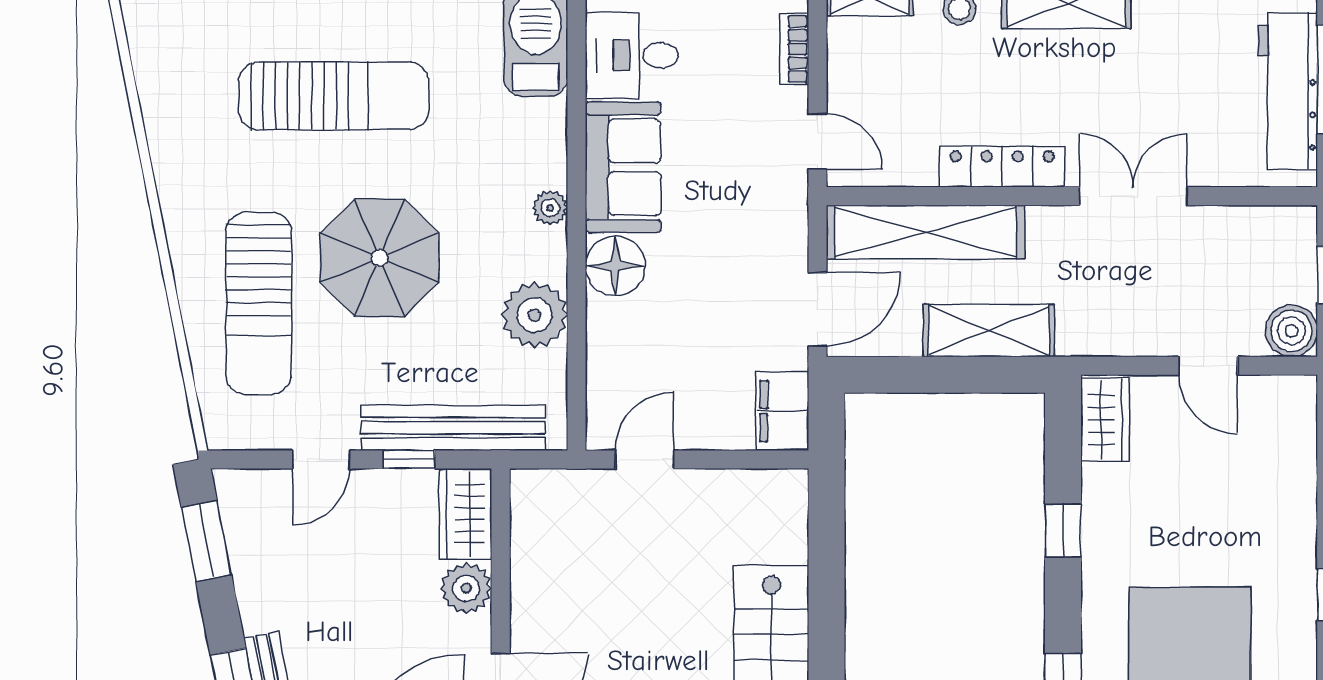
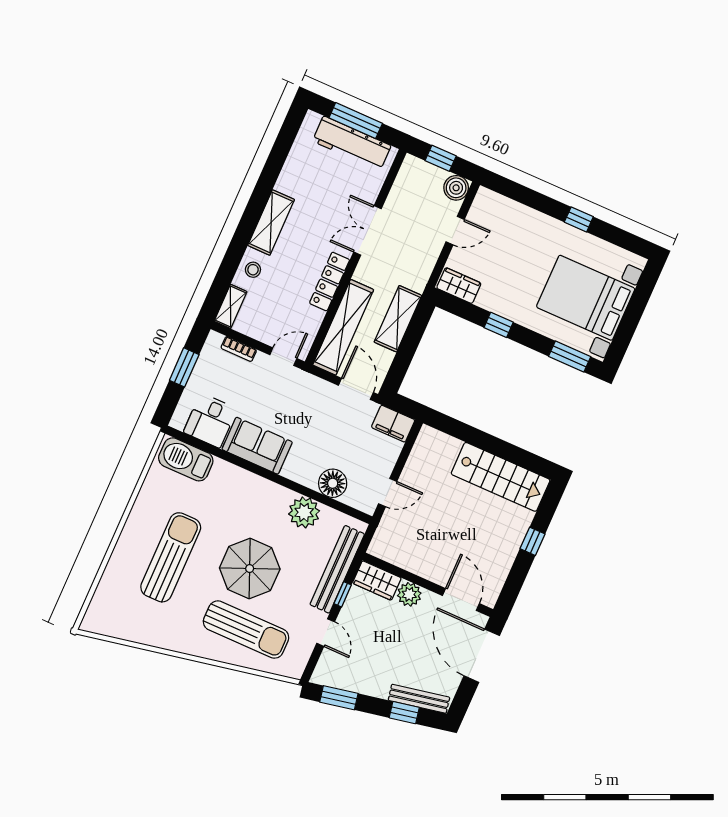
plant: (550, 208) -> (261, 485), removed
floor lamp: (615, 266) -> (333, 483), moved
door: (644, 459) -> (388, 493), swing flipped

